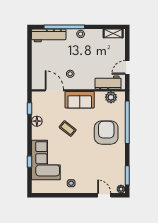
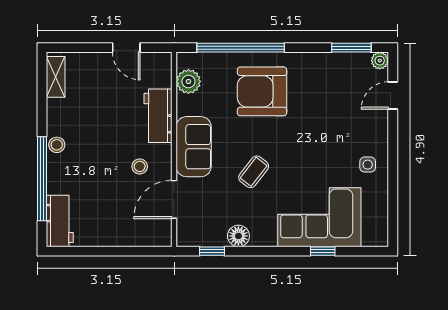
workbench: (49, 35) -> (60, 221), width x0.73
workbench: (108, 83) -> (158, 116), moved

